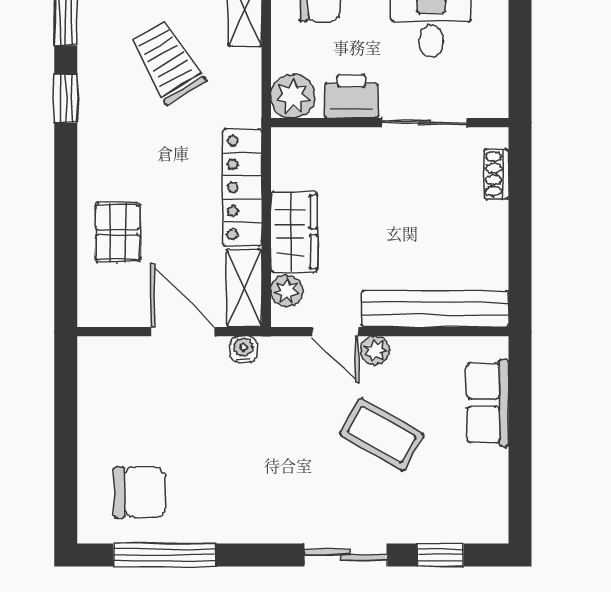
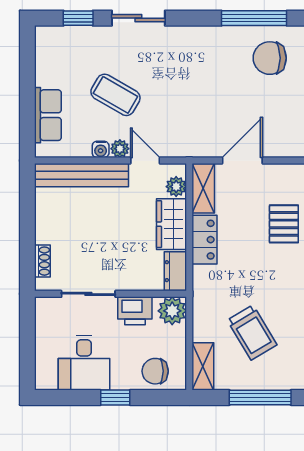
dresser: (288, 158) -> (175, 271), added
locker: (242, 187) -> (204, 240), width x0.66
door: (183, 332) -> (242, 161), swing flipped
water cooler: (243, 349) -> (101, 149), moved

